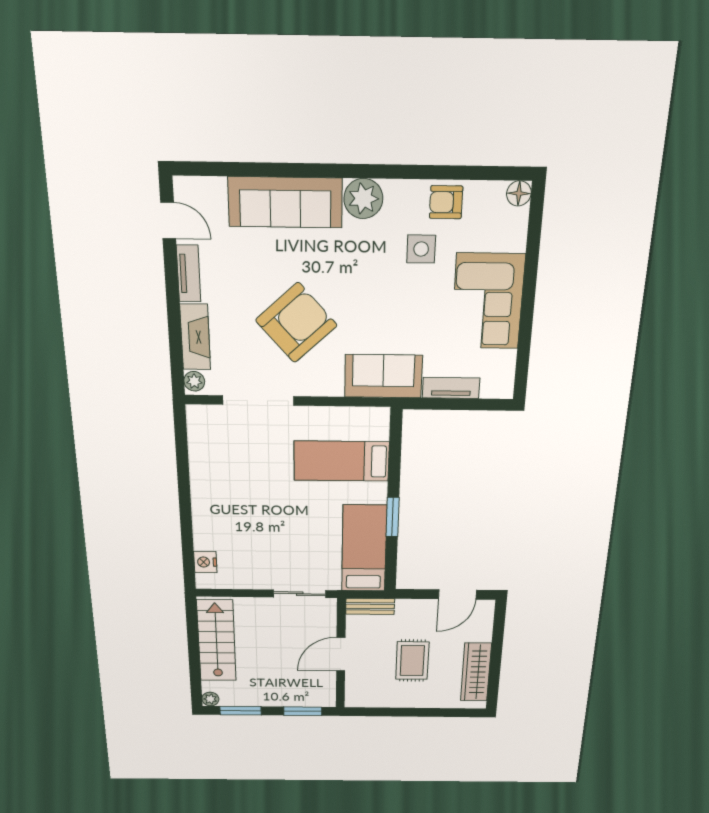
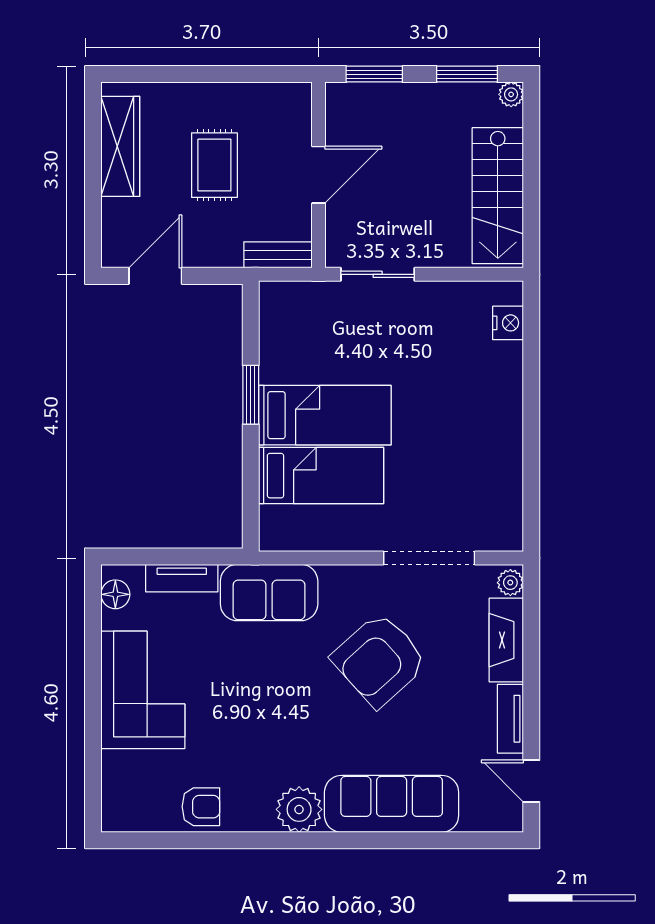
floor lamp: (519, 193) -> (115, 594), moved
side table: (421, 249) -> (228, 752), removed
bed: (364, 548) -> (325, 415), moved, turned -90

